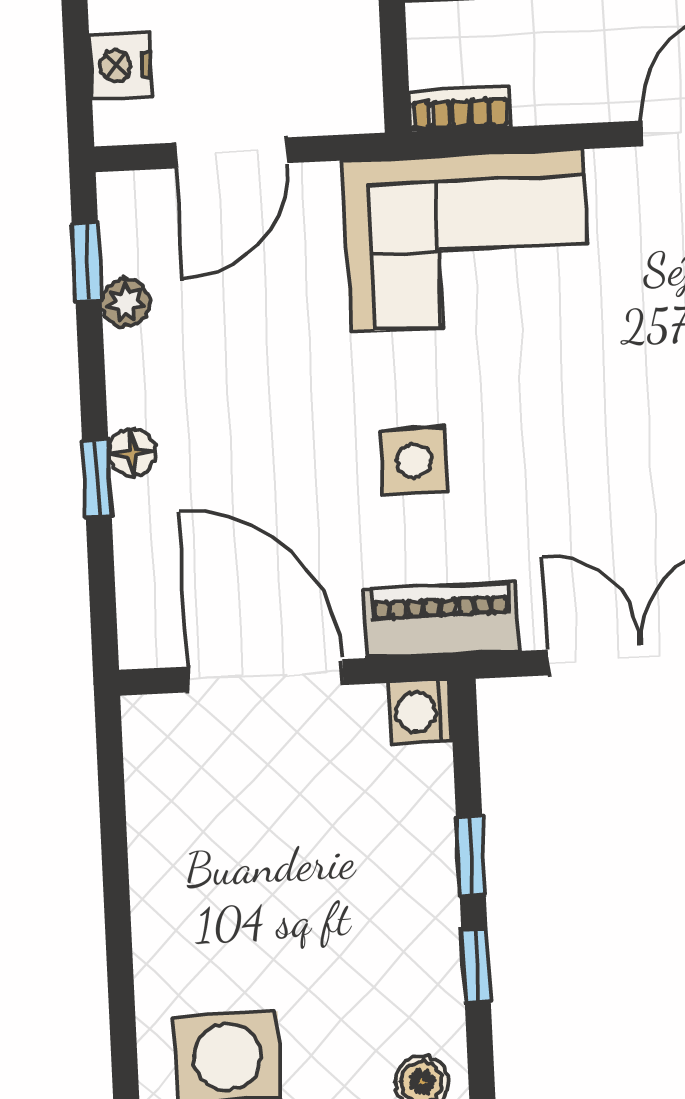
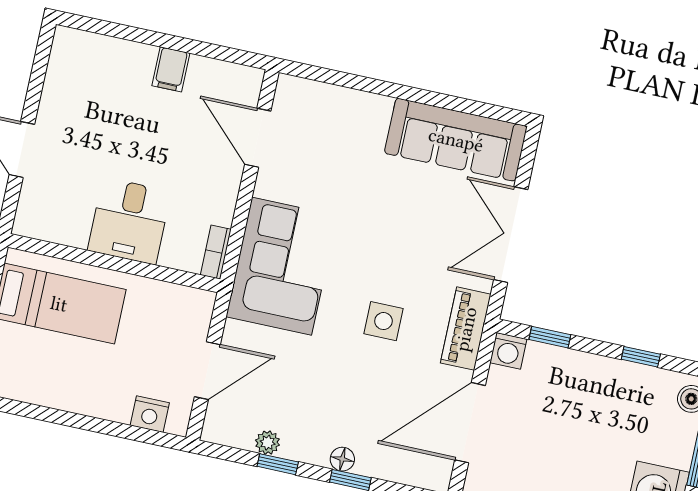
door: (232, 153) -> (207, 371), hinge flipped
window: (87, 262) -> (278, 464), moved
window: (471, 856) -> (550, 337), moved

